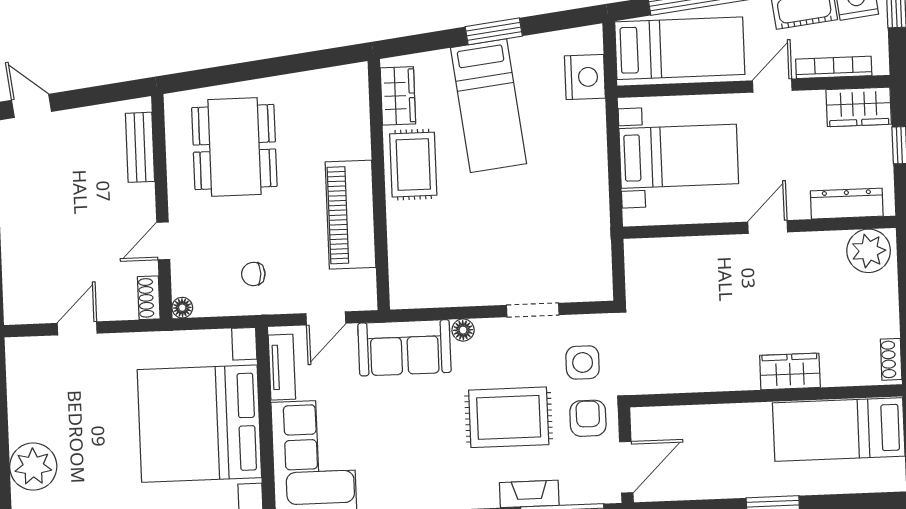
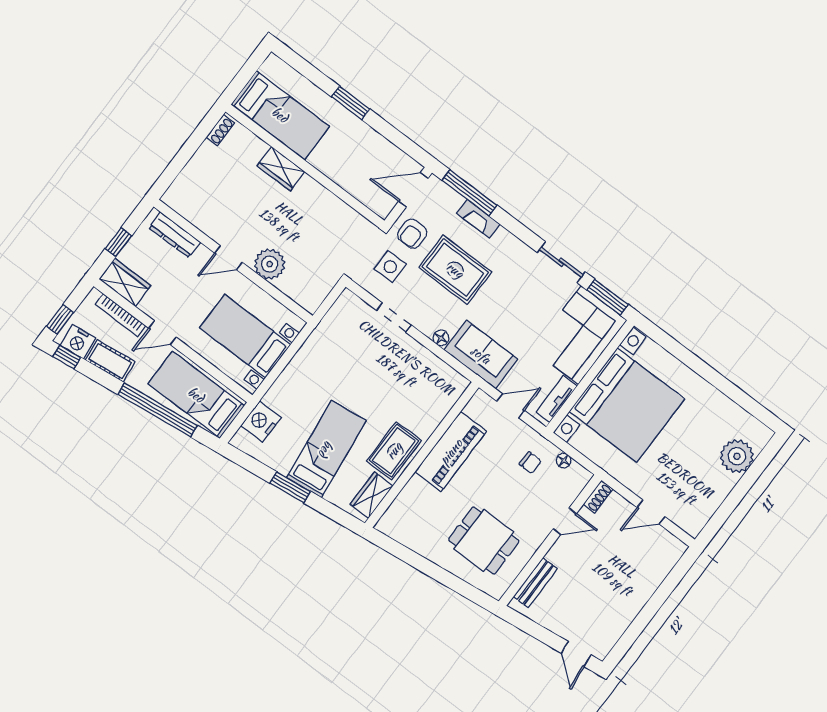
dining table: (234, 147) -> (484, 540), width x0.73
plant: (869, 251) -> (270, 264), moved
floor lamp: (182, 308) -> (564, 461), moved

